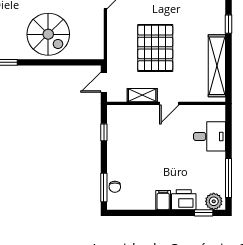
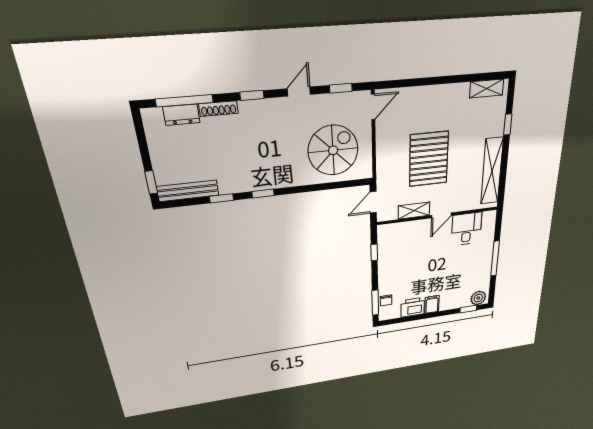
spiral stairs: (48, 34) -> (333, 150), moved, turned -90
desk: (210, 136) -> (466, 229), moved, turned -90
window: (228, 178) -> (495, 259), moved
printer: (184, 200) -> (413, 307), moved

